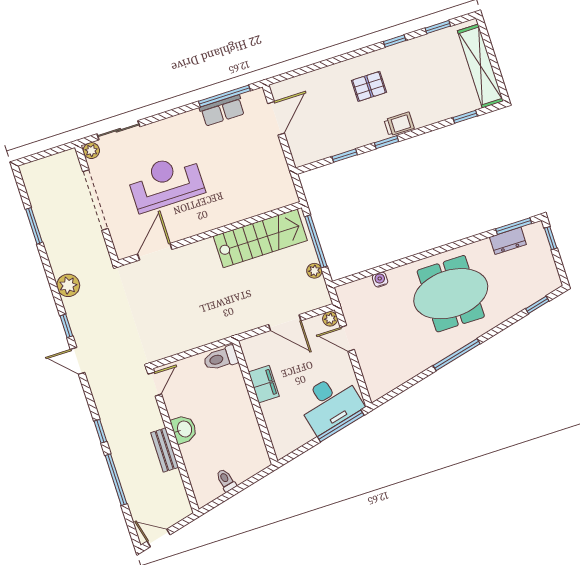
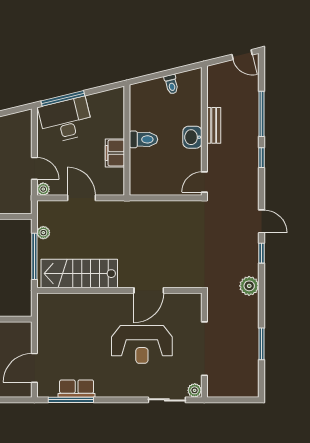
door: (155, 252) -> (149, 290), moved
toilet: (221, 358) -> (143, 139), moved

